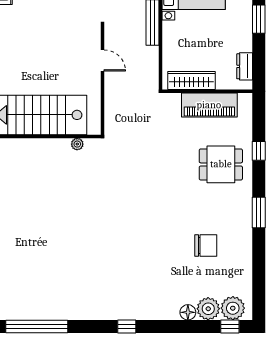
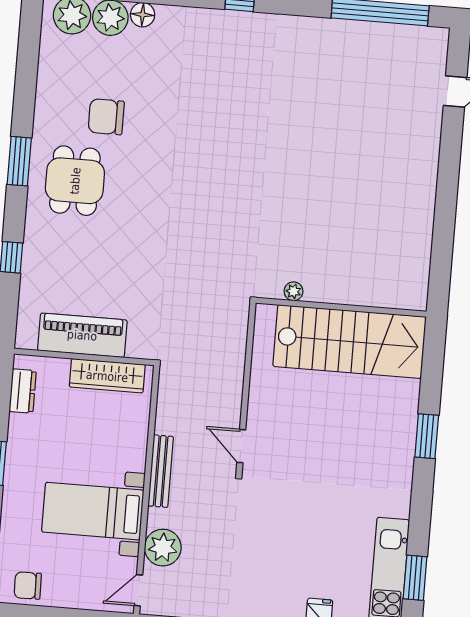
door: (102, 61) -> (241, 446), moved
dining table: (221, 164) -> (75, 181), moved, turned 90

